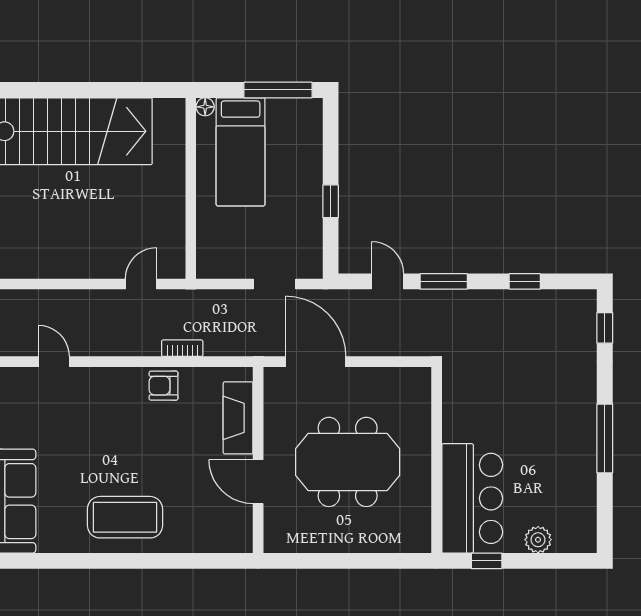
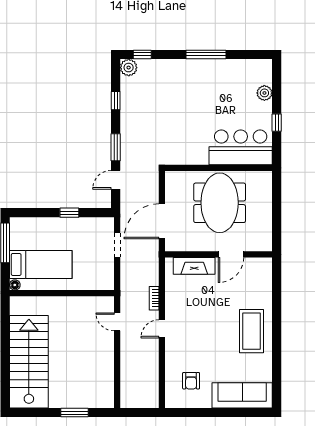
plant: (582, 304) -> (129, 68), added
door: (54, 362) -> (162, 329), moved
armchair: (163, 386) -> (191, 381), moved
wall: (437, 460) -> (218, 168), moved
bar counter: (472, 498) -> (241, 147), moved

